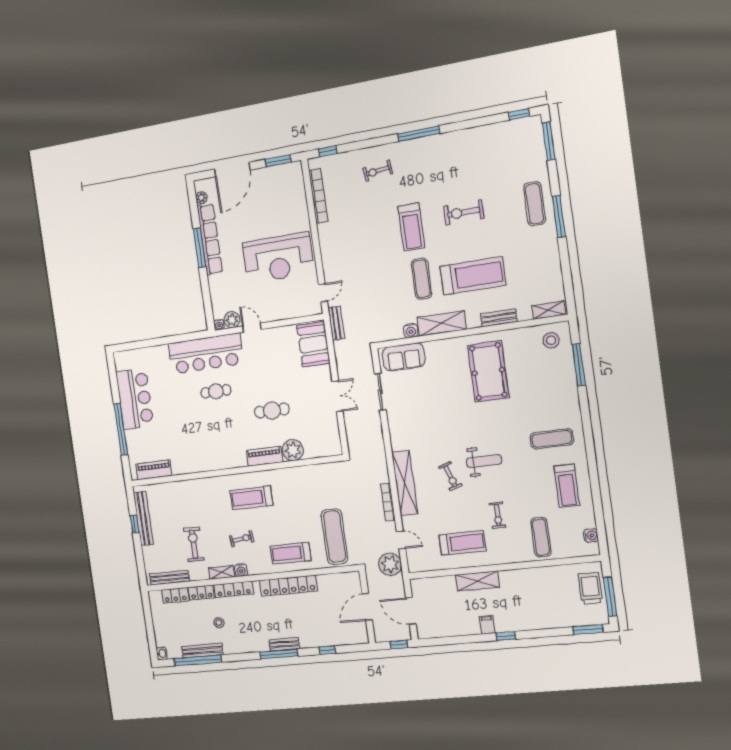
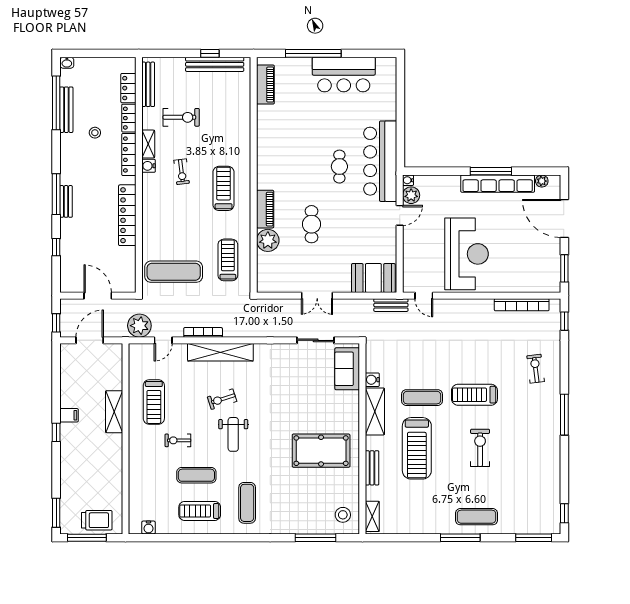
reception desk: (278, 258) -> (467, 254), turned 180
exercise mat: (541, 537) -> (196, 475), moved
treadmill: (290, 553) -> (228, 260), moved

